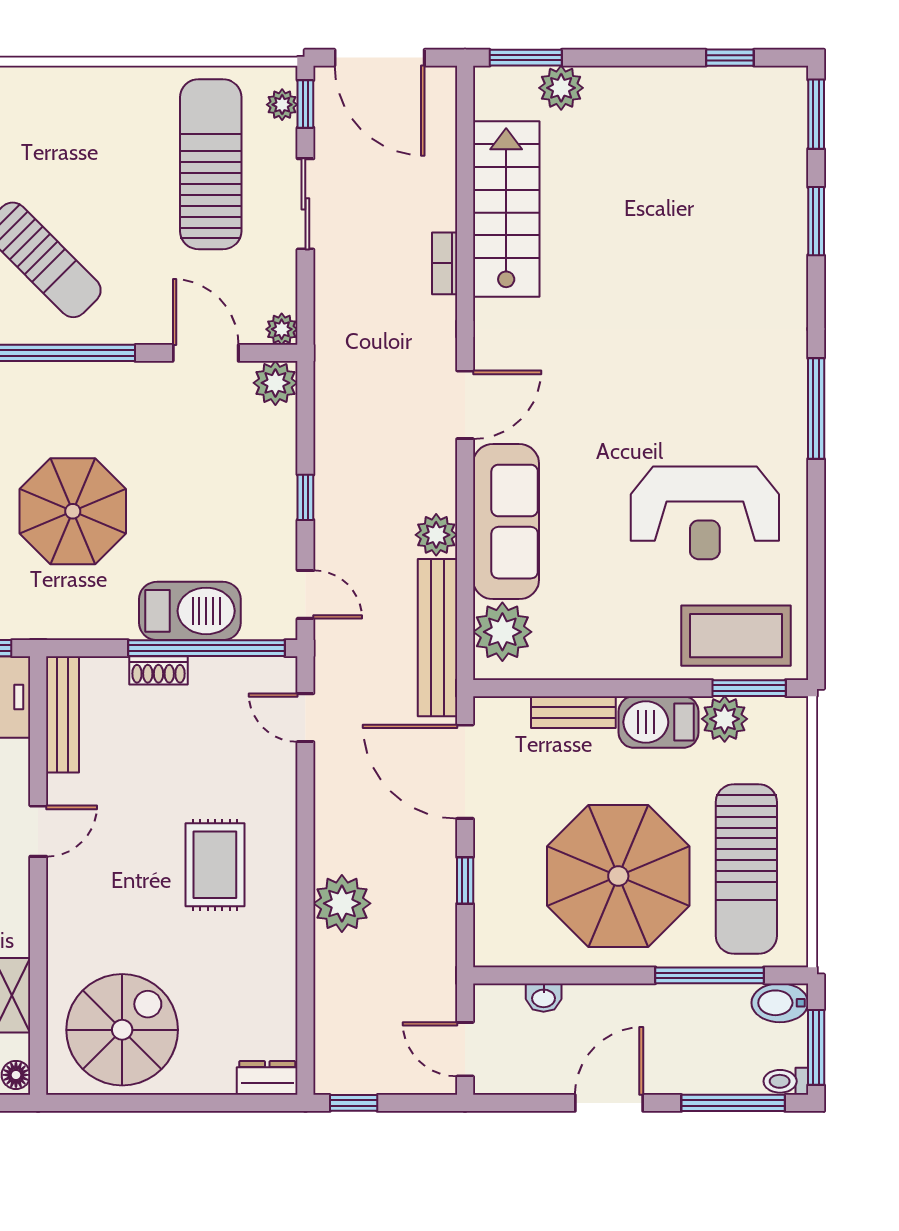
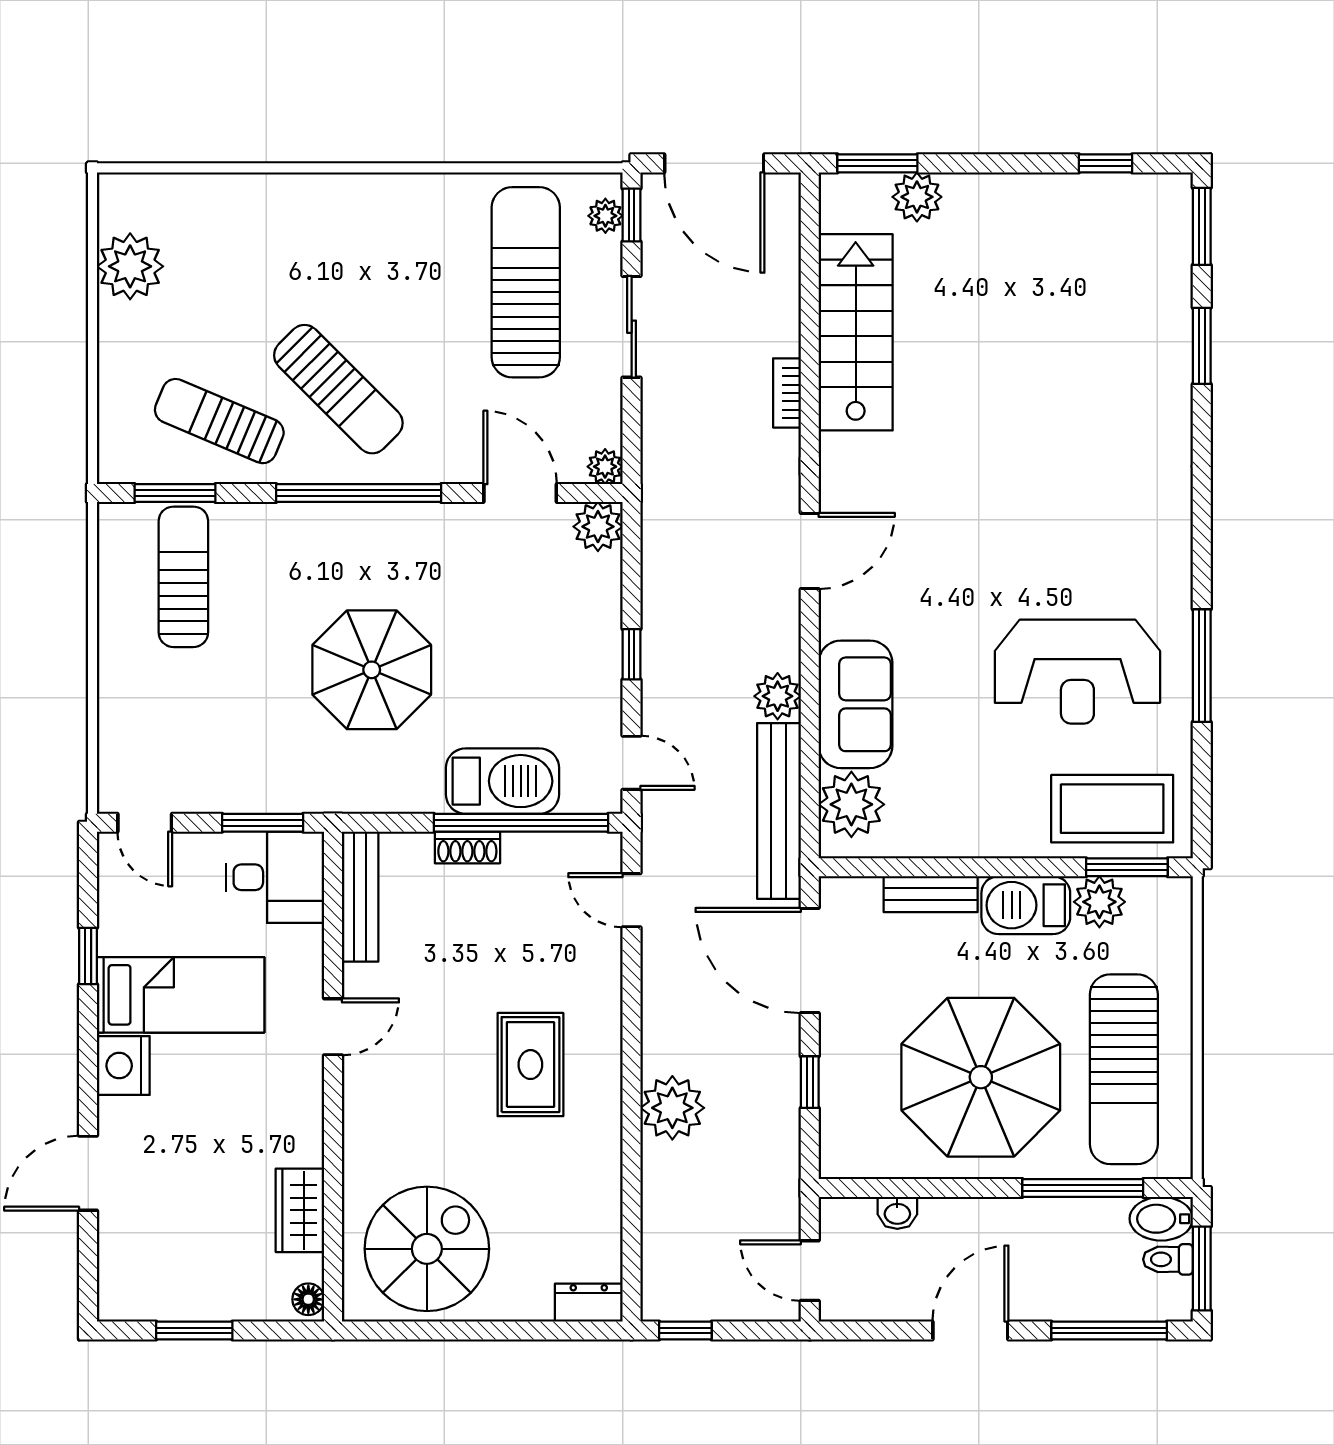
window: (816, 408) -> (1202, 666), moved
sofa: (506, 522) -> (855, 704), width x0.73
toilet: (786, 1081) -> (1168, 1259), moved

